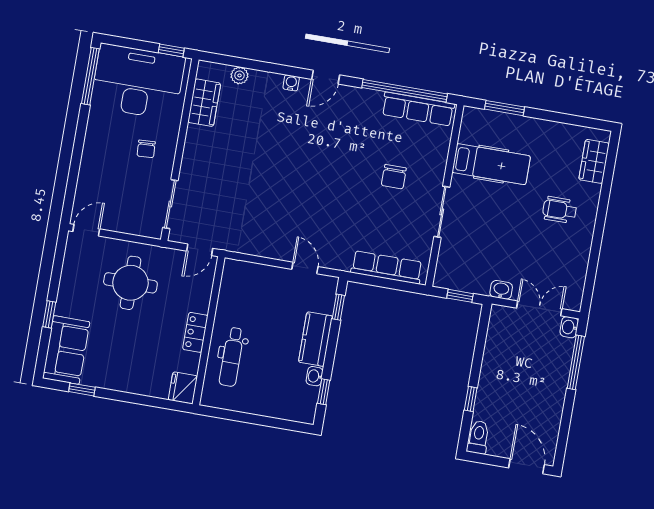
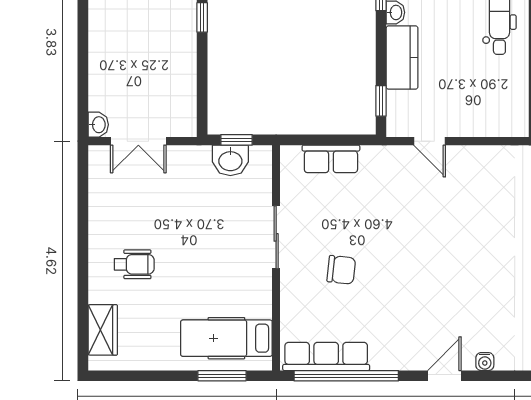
hospital bed: (491, 164) -> (226, 338), moved
chair: (394, 177) -> (341, 270), turned 96
row of seats: (387, 267) -> (331, 159), width x0.68
washbasin: (501, 290) -> (230, 160), moved, width x1.38, depth x1.45
window: (576, 362) -> (83, 84), removed

